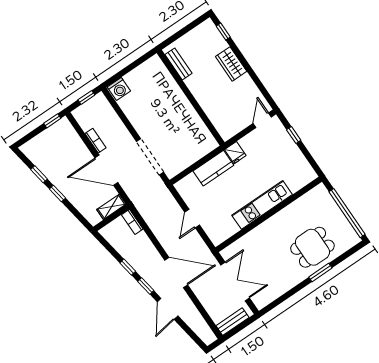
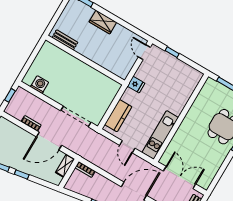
washing machine: (119, 89) -> (40, 85), moved, turned -90
kitchen counter: (213, 168) -> (118, 116), moved
kitchen unit: (262, 205) -> (160, 135), moved

